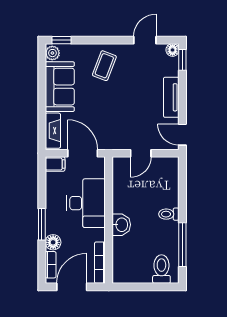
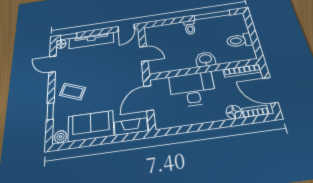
window: (62, 40) -> (50, 111), moved
tv unit: (171, 97) -> (91, 40), width x1.41
filing cabinet: (55, 164) -> (161, 120), removed
window: (42, 224) -> (219, 124), removed
toilet: (161, 269) -> (239, 40), moved

